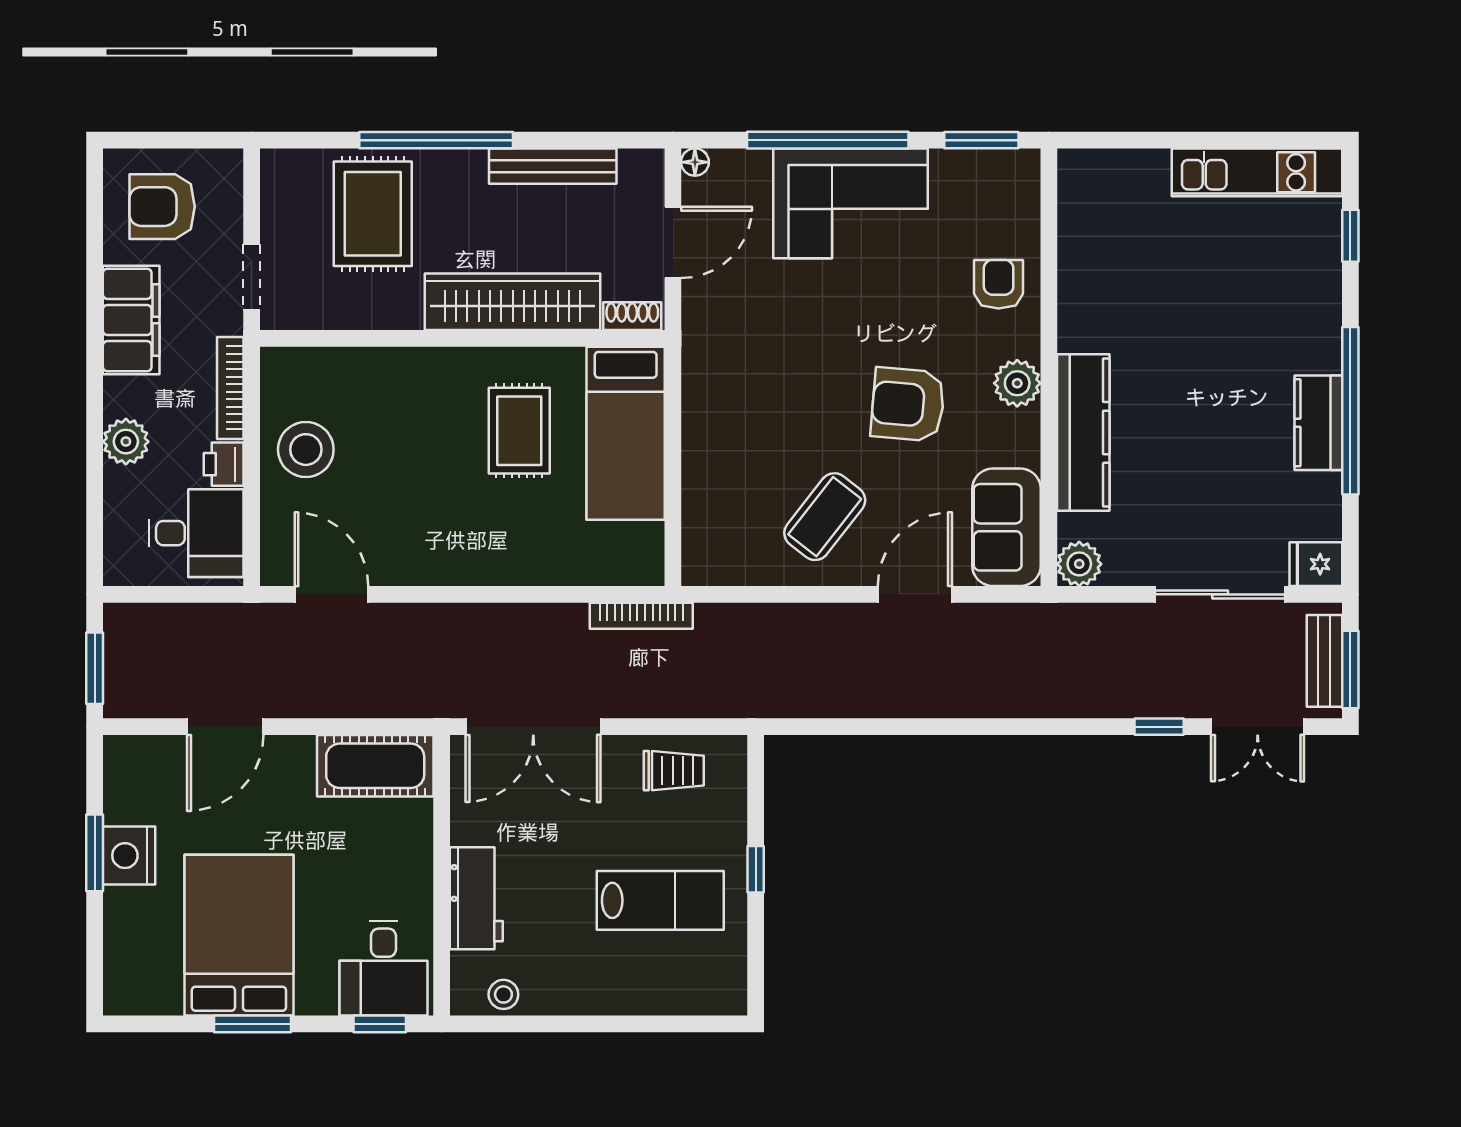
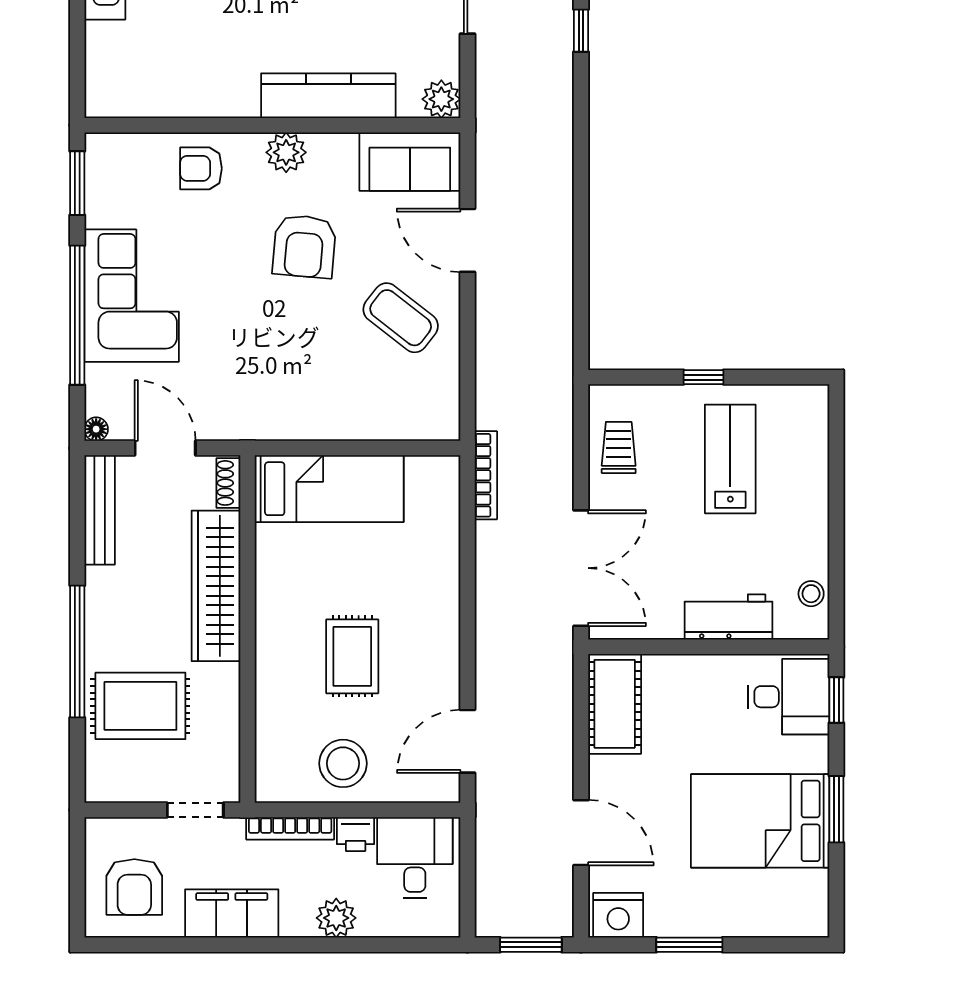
bench: (553, 166) -> (100, 510), moved
rug: (519, 431) -> (352, 656), moved, turned 90
nightstand: (129, 856) -> (618, 915), moved

